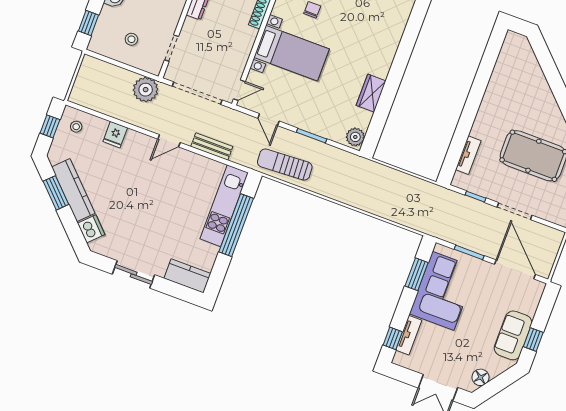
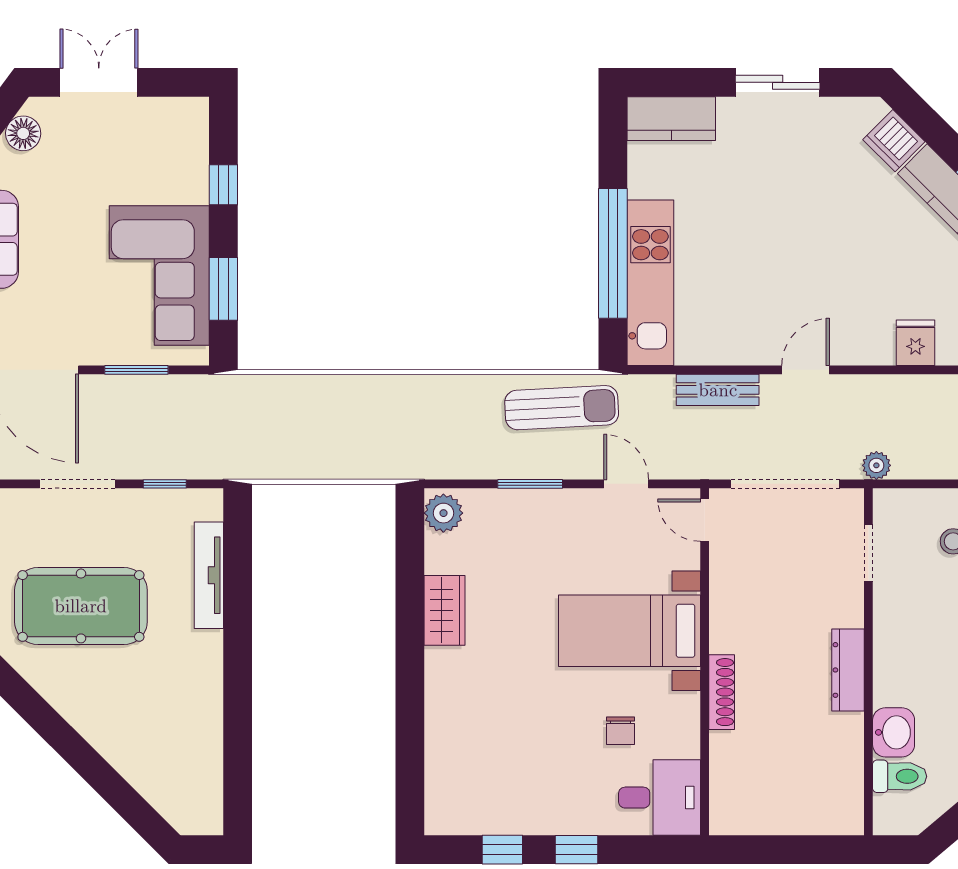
plant: (146, 90) -> (876, 465), width x0.53, depth x0.53
door: (239, 90) -> (705, 520), hinge flipped
tv unit: (468, 155) -> (209, 575), width x1.41
tv unit: (409, 335) -> (194, 164), removed
window: (393, 338) -> (223, 185), moved

